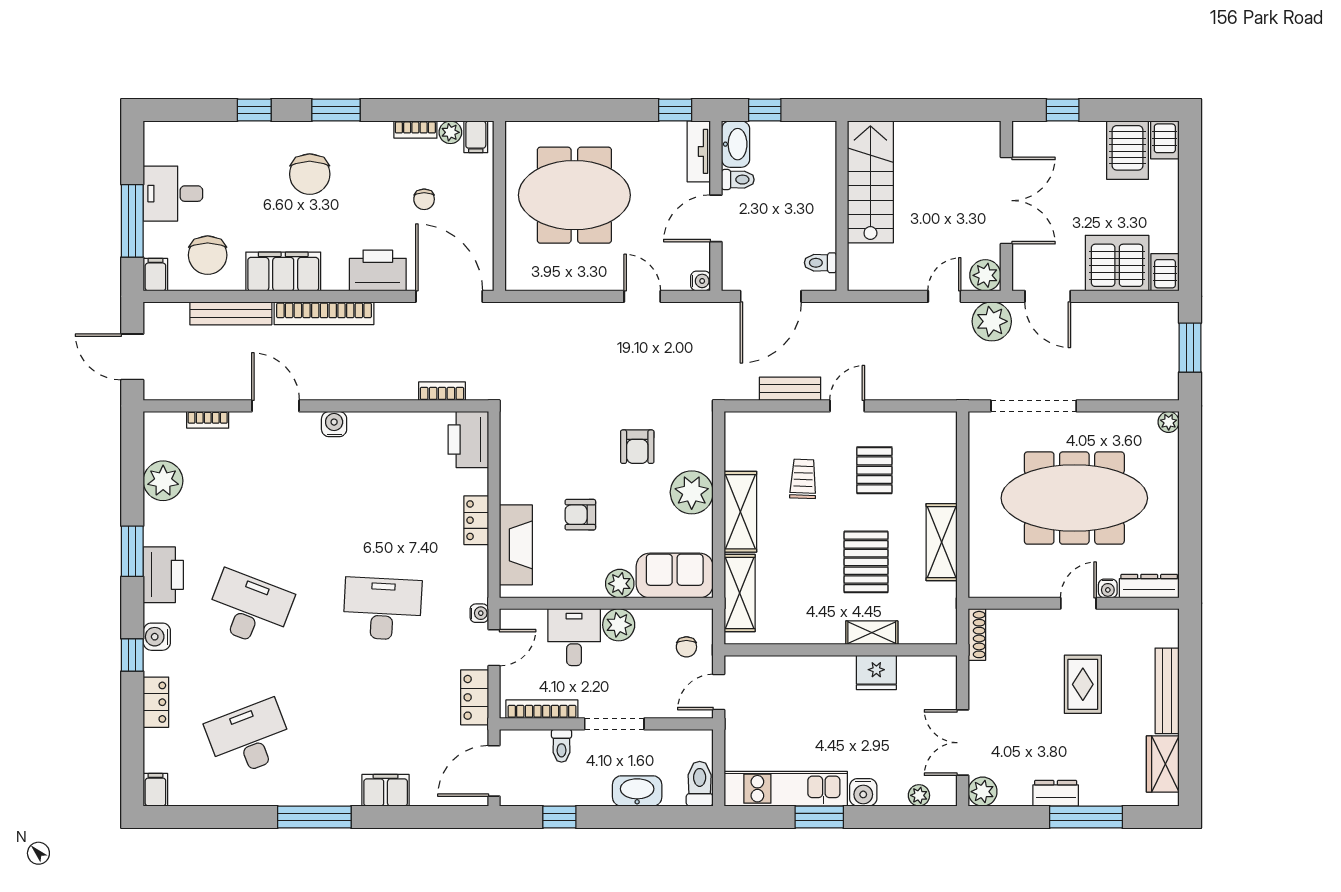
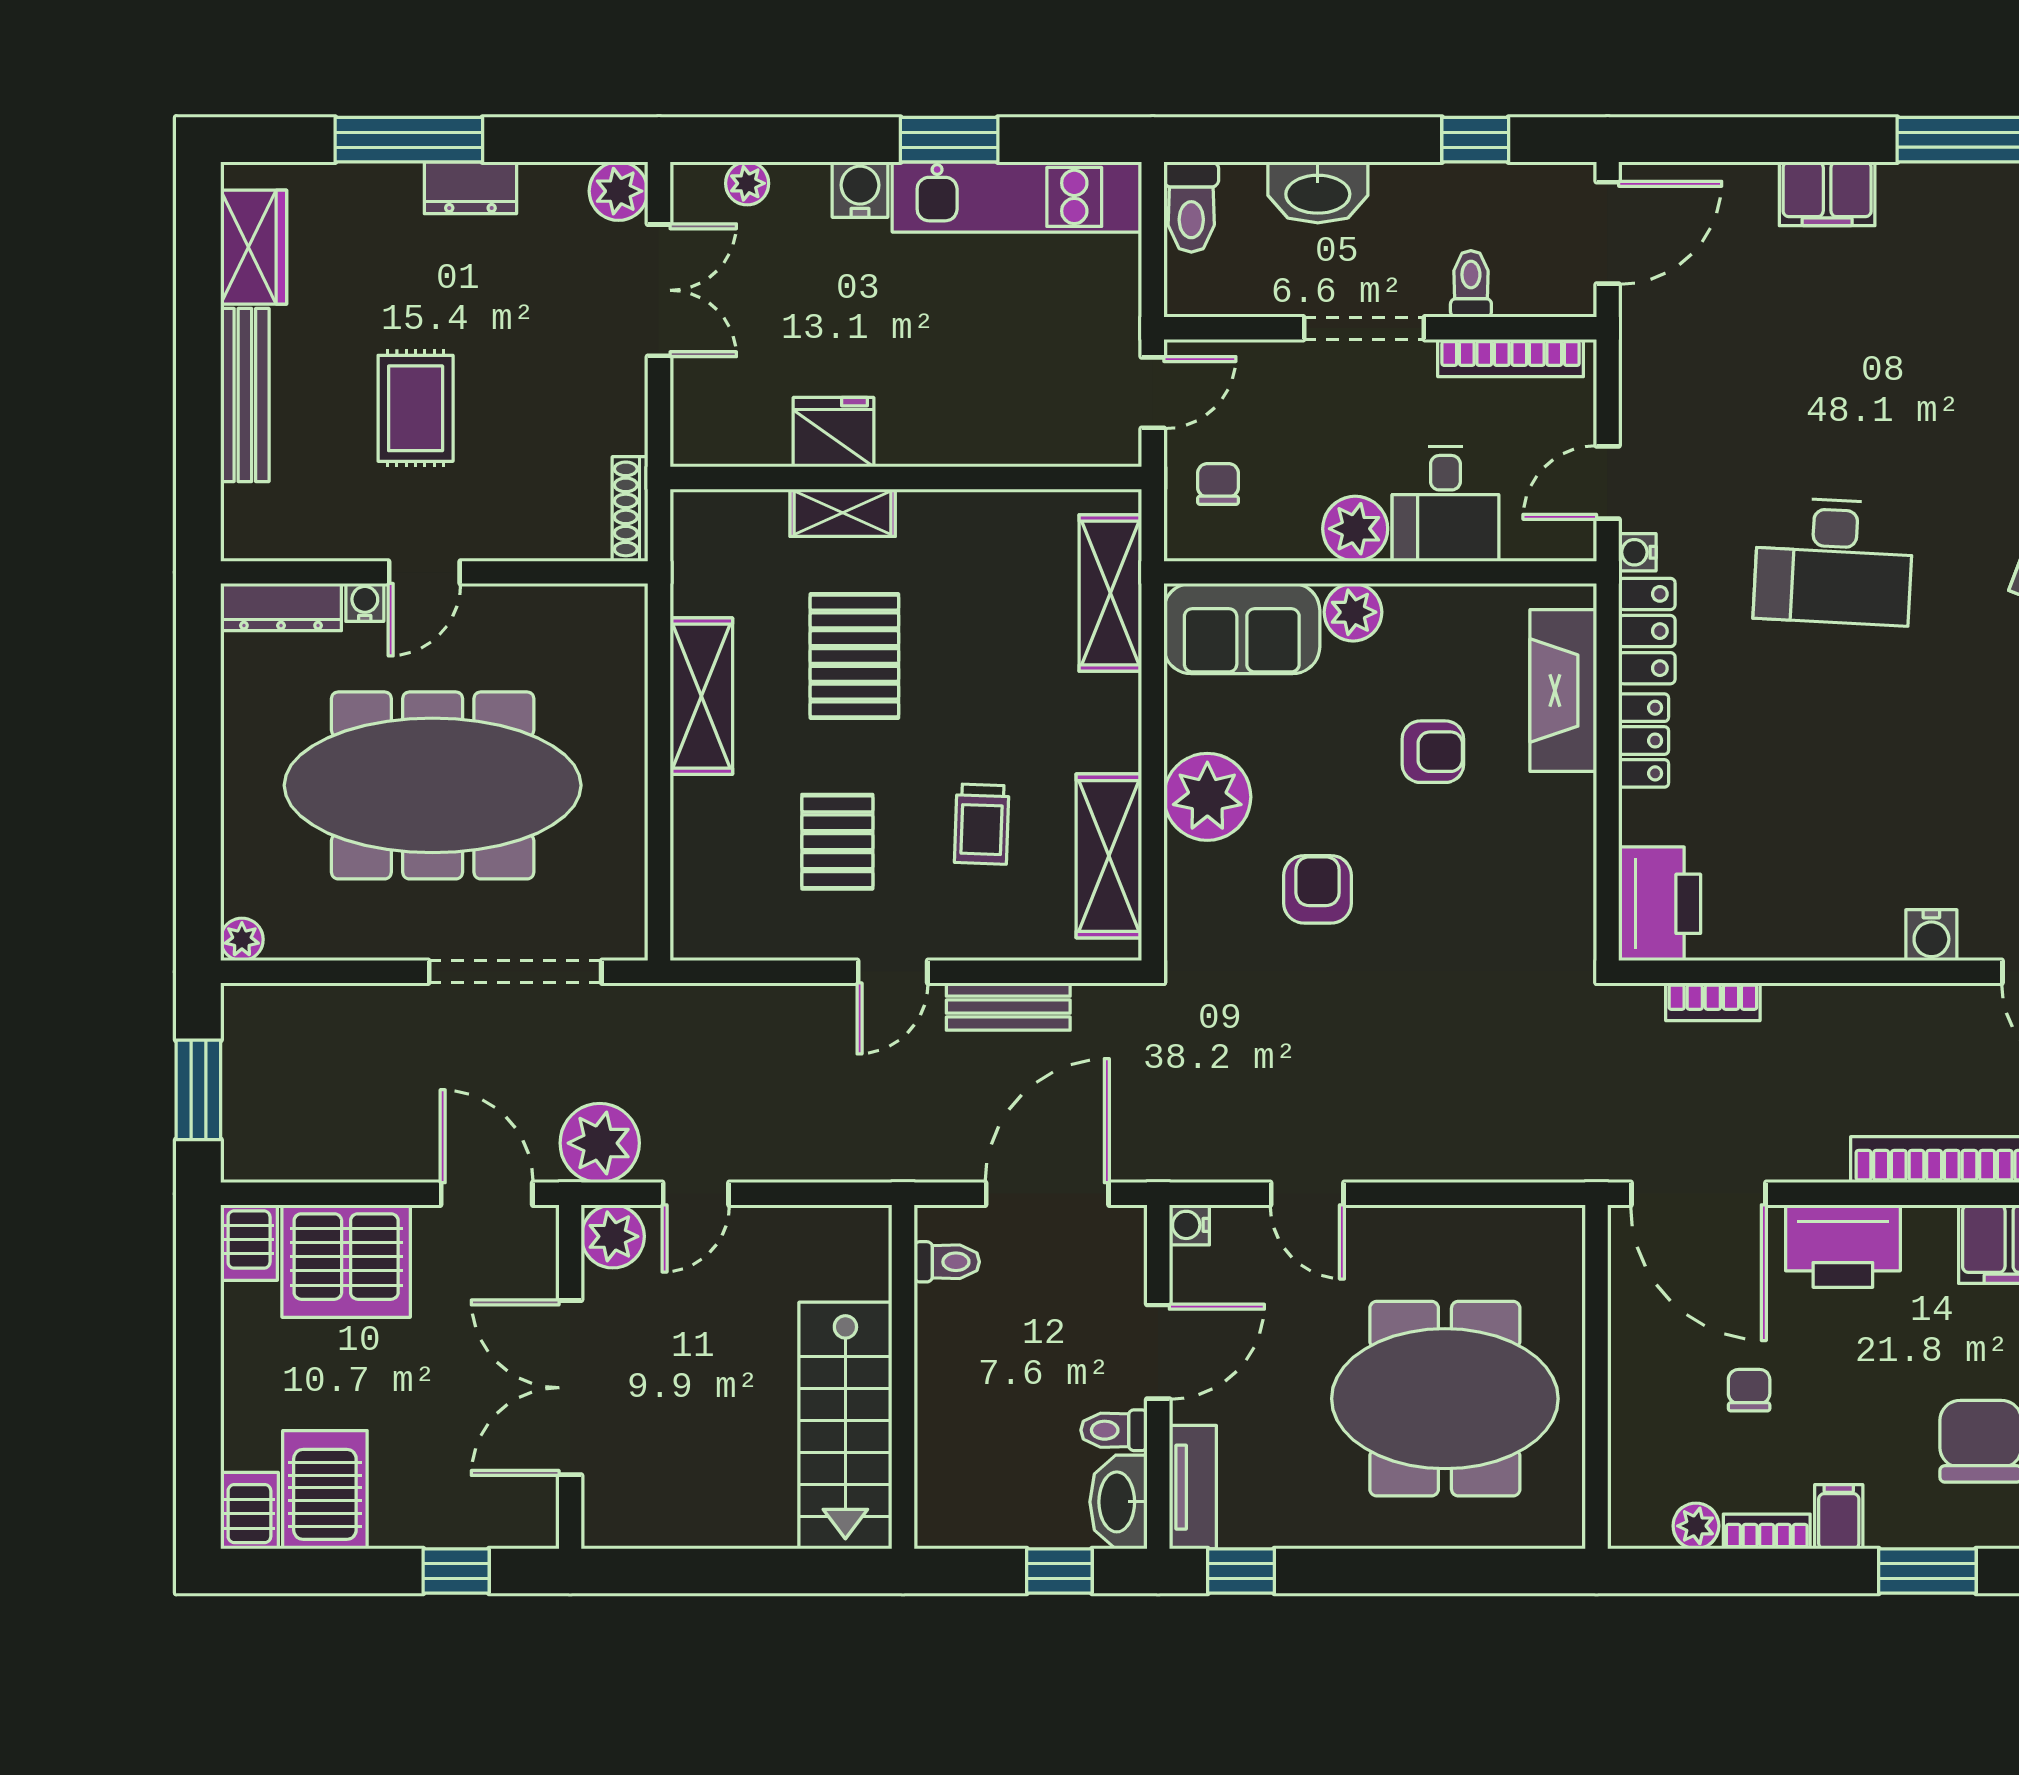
filing cabinet: (476, 137) -> (1839, 1517), moved
shelving: (740, 512) -> (1109, 856), moved
locker: (475, 697) -> (1647, 631), moved

